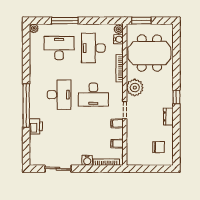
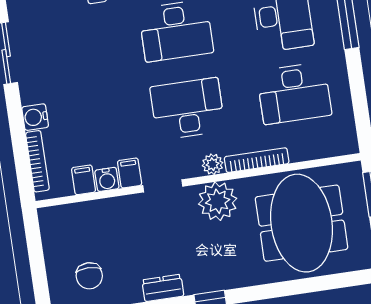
plant: (119, 29) -> (213, 164), moved
water cooler: (118, 39) -> (107, 179), moved
desk: (93, 48) -> (294, 93), turned 180
desk: (93, 95) -> (188, 109), turned 90

